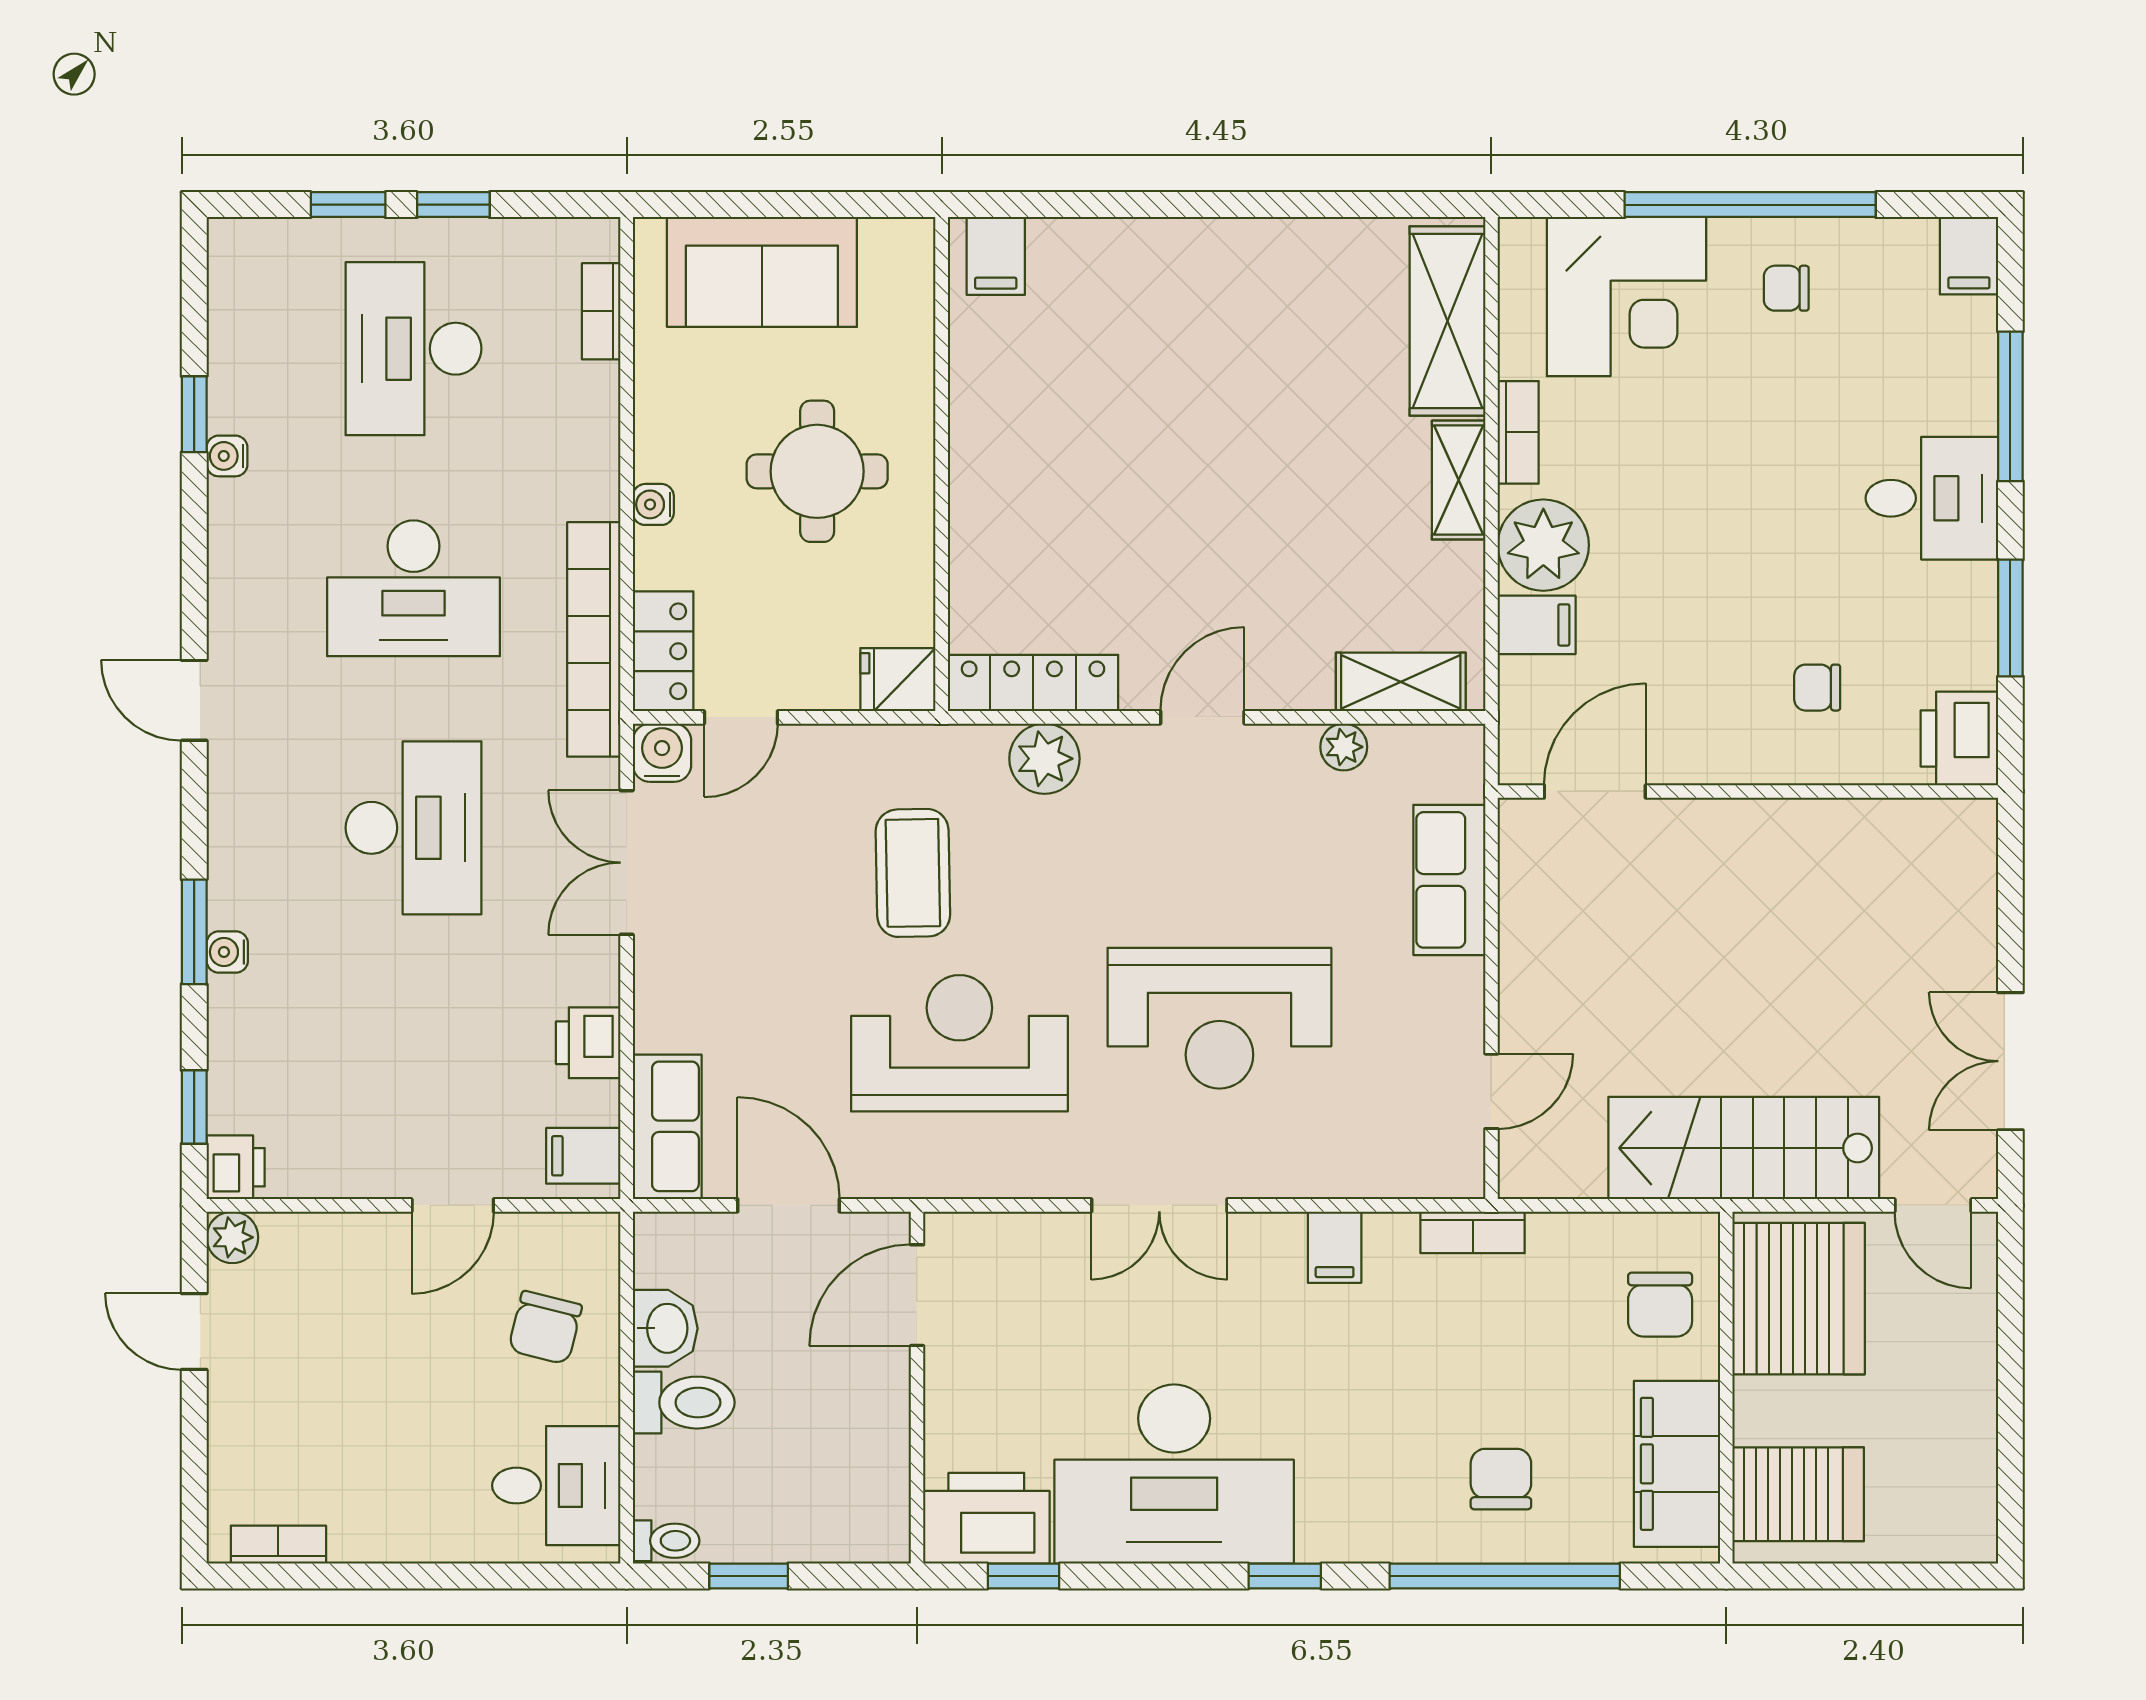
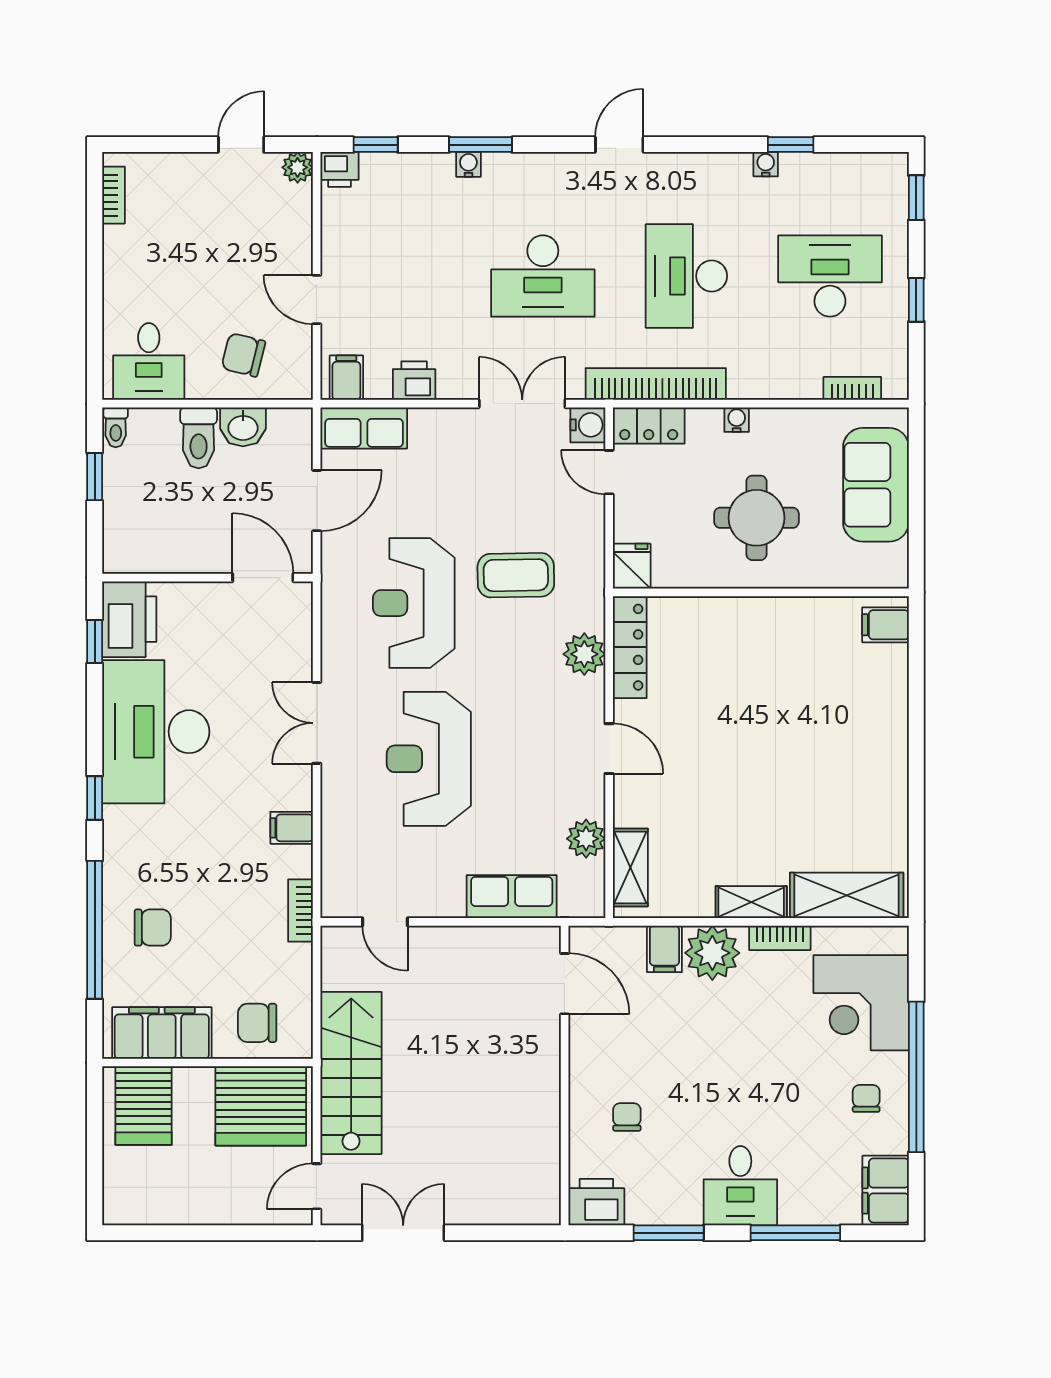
window: (348, 205) -> (916, 198), moved
filing cabinet: (1969, 256) -> (886, 1190), width x2.00
plant: (1344, 747) -> (586, 839), width x1.38, depth x1.38
reception desk: (959, 1043) -> (414, 603), turned 180

